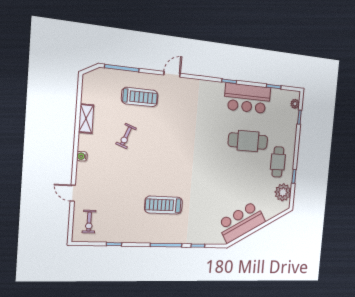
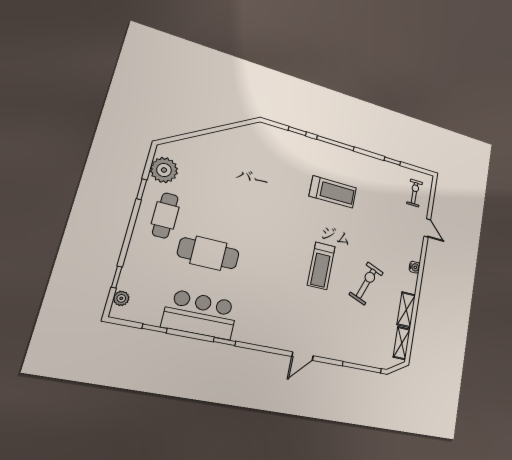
shelving: (87, 90) -> (402, 343), added
treadmill: (140, 97) -> (321, 266), moved, turned -90
exercise bike: (126, 136) -> (366, 283), width x1.38, depth x1.39
bar counter: (241, 222) -> (234, 145), removed

